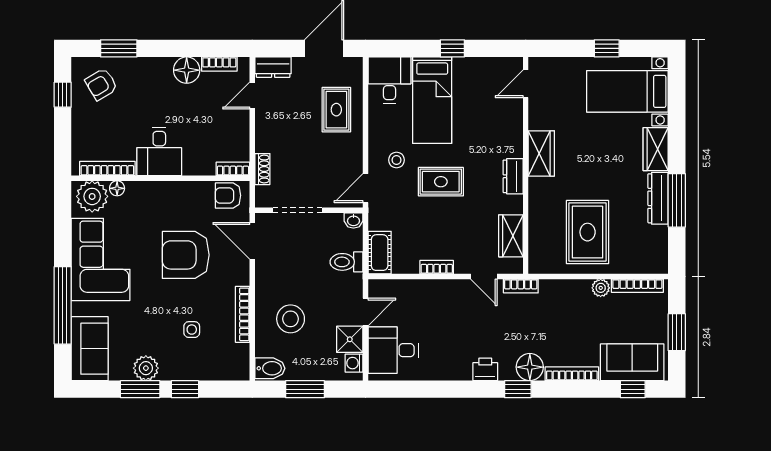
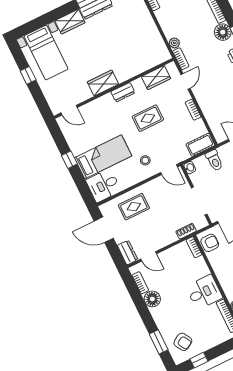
rug: (441, 182) -> (148, 118), moved, turned 90
armchair: (228, 195) -> (210, 243), turned -90
rug: (588, 232) -> (134, 37), removed
plant: (601, 288) -> (174, 43), moved

